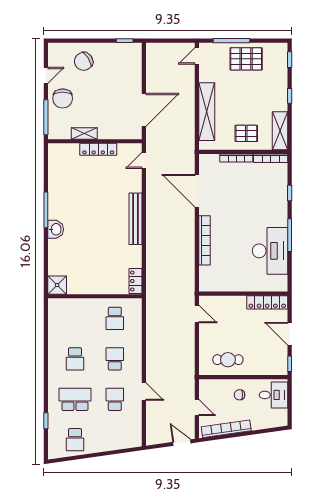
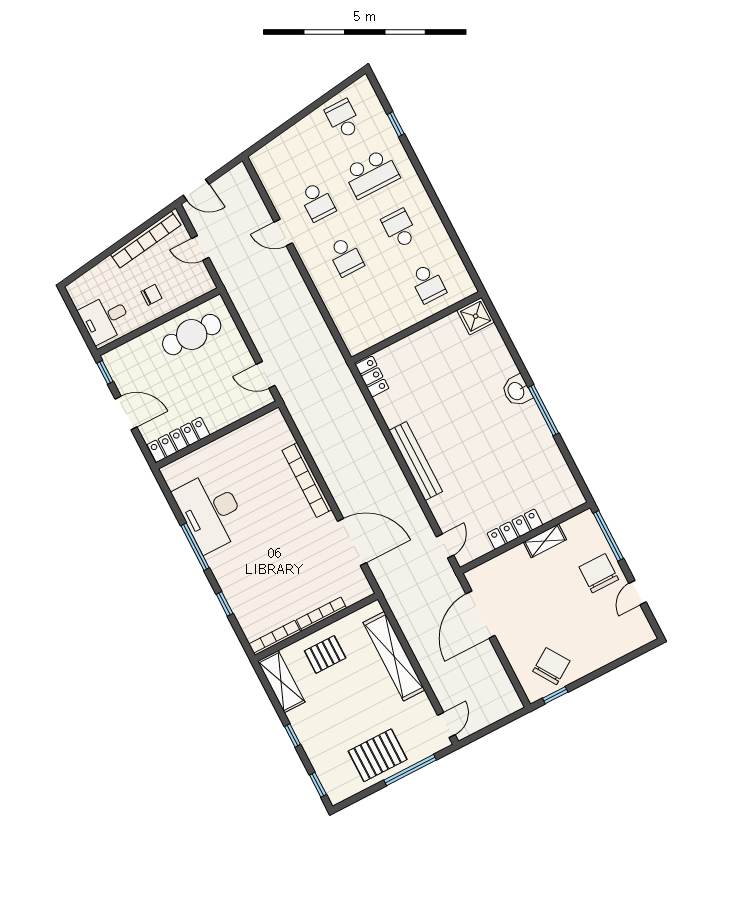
chair: (84, 61) -> (551, 666), moved
school desk: (115, 318) -> (428, 283), moved, turned 180
cafe table: (228, 360) -> (192, 335), width x1.37, depth x1.35

